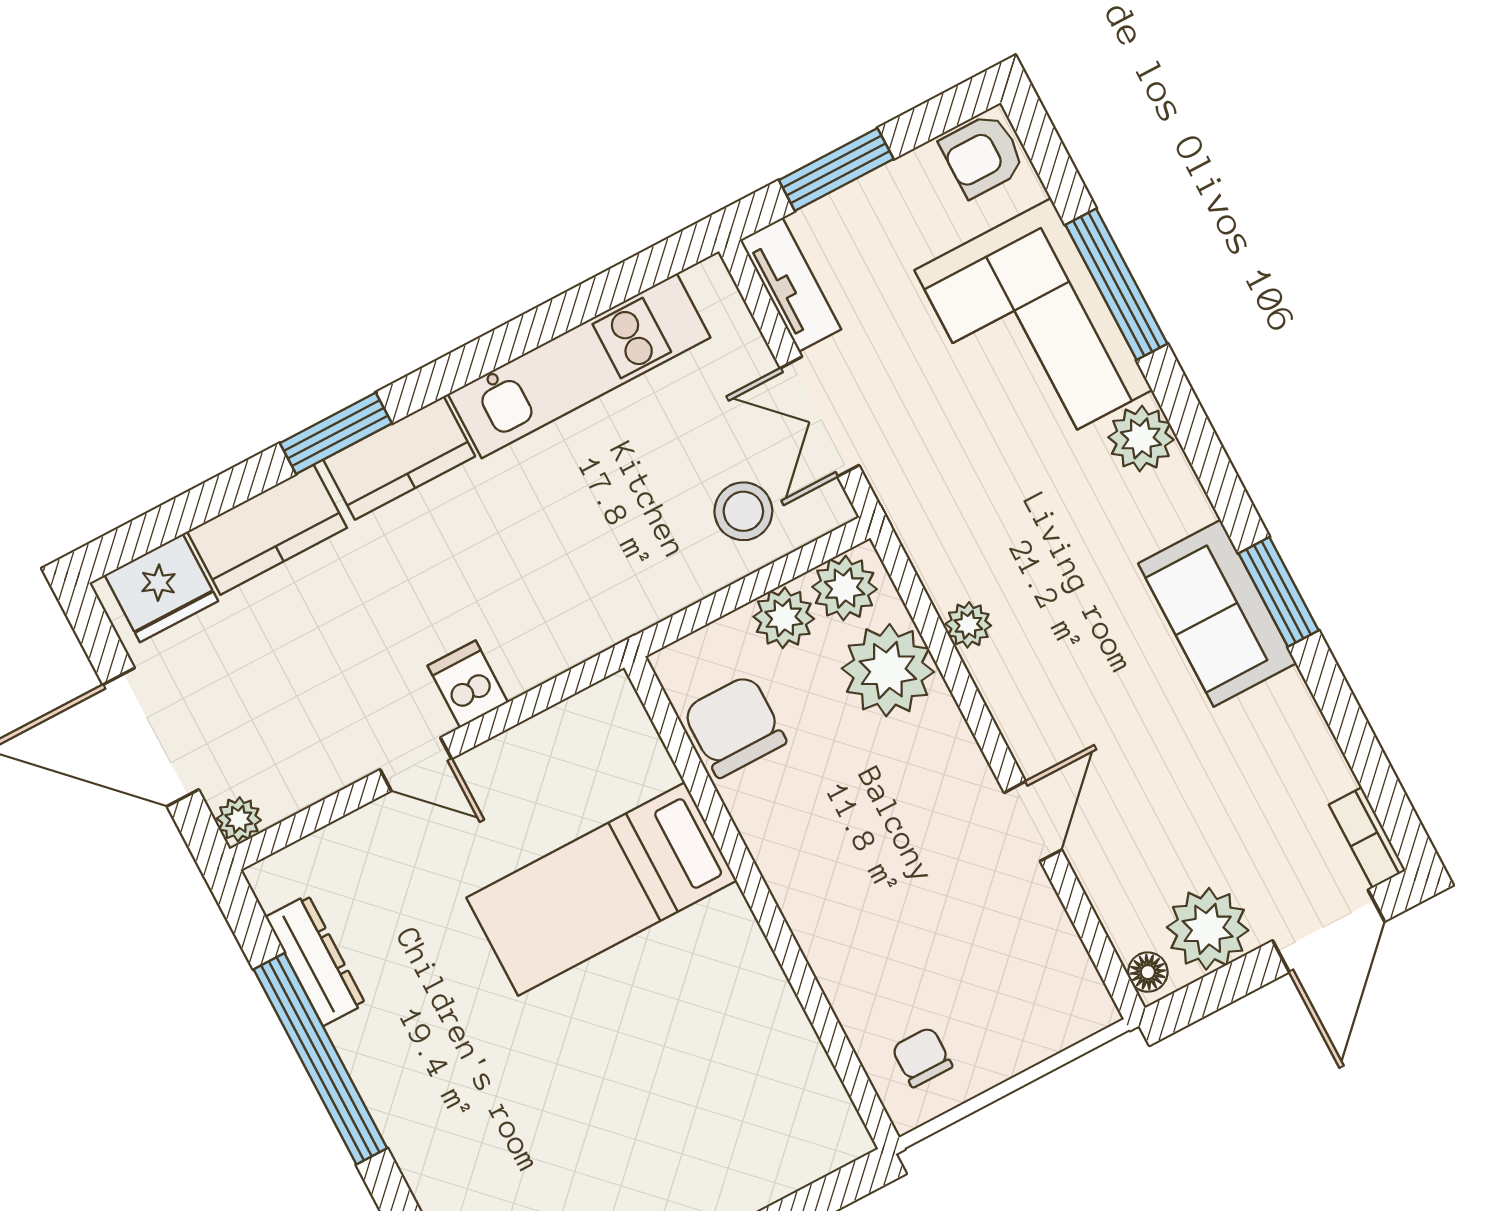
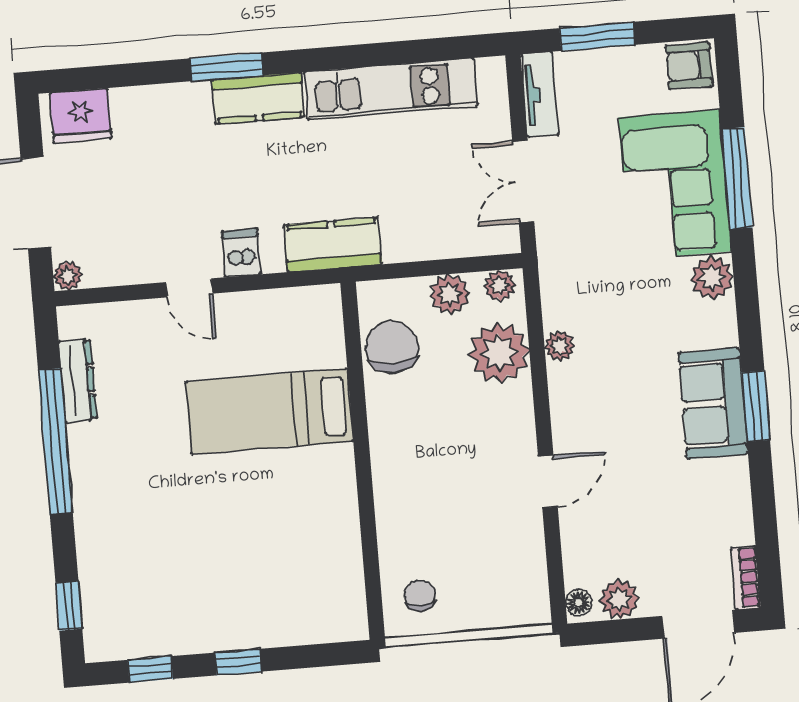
stool: (743, 511) -> (453, 219), removed
kitchen counter: (267, 530) -> (333, 245), moved, turned 180
plant: (845, 588) -> (499, 286), width x0.73, depth x0.73
plant: (1208, 929) -> (619, 600), width x0.73, depth x0.73

